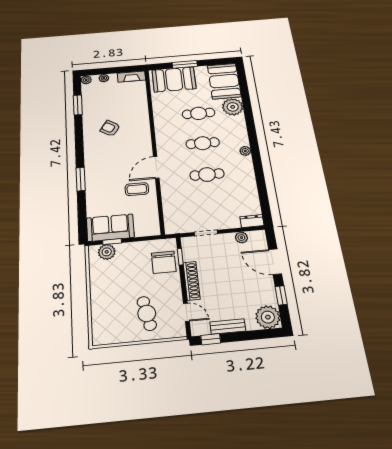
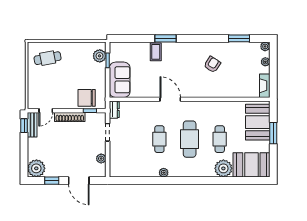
cafe table: (203, 143) -> (190, 139), width x1.37, depth x1.35
plant: (245, 151) -> (164, 173), moved
coffee table: (137, 189) -> (156, 52), moved
dresser: (252, 221) -> (114, 110), moved
sofa: (110, 228) -> (120, 80), moved
door: (275, 262) -> (79, 181), swing flipped
cafe table: (147, 313) -> (48, 58), moved
bench: (228, 326) -> (32, 125), moved

